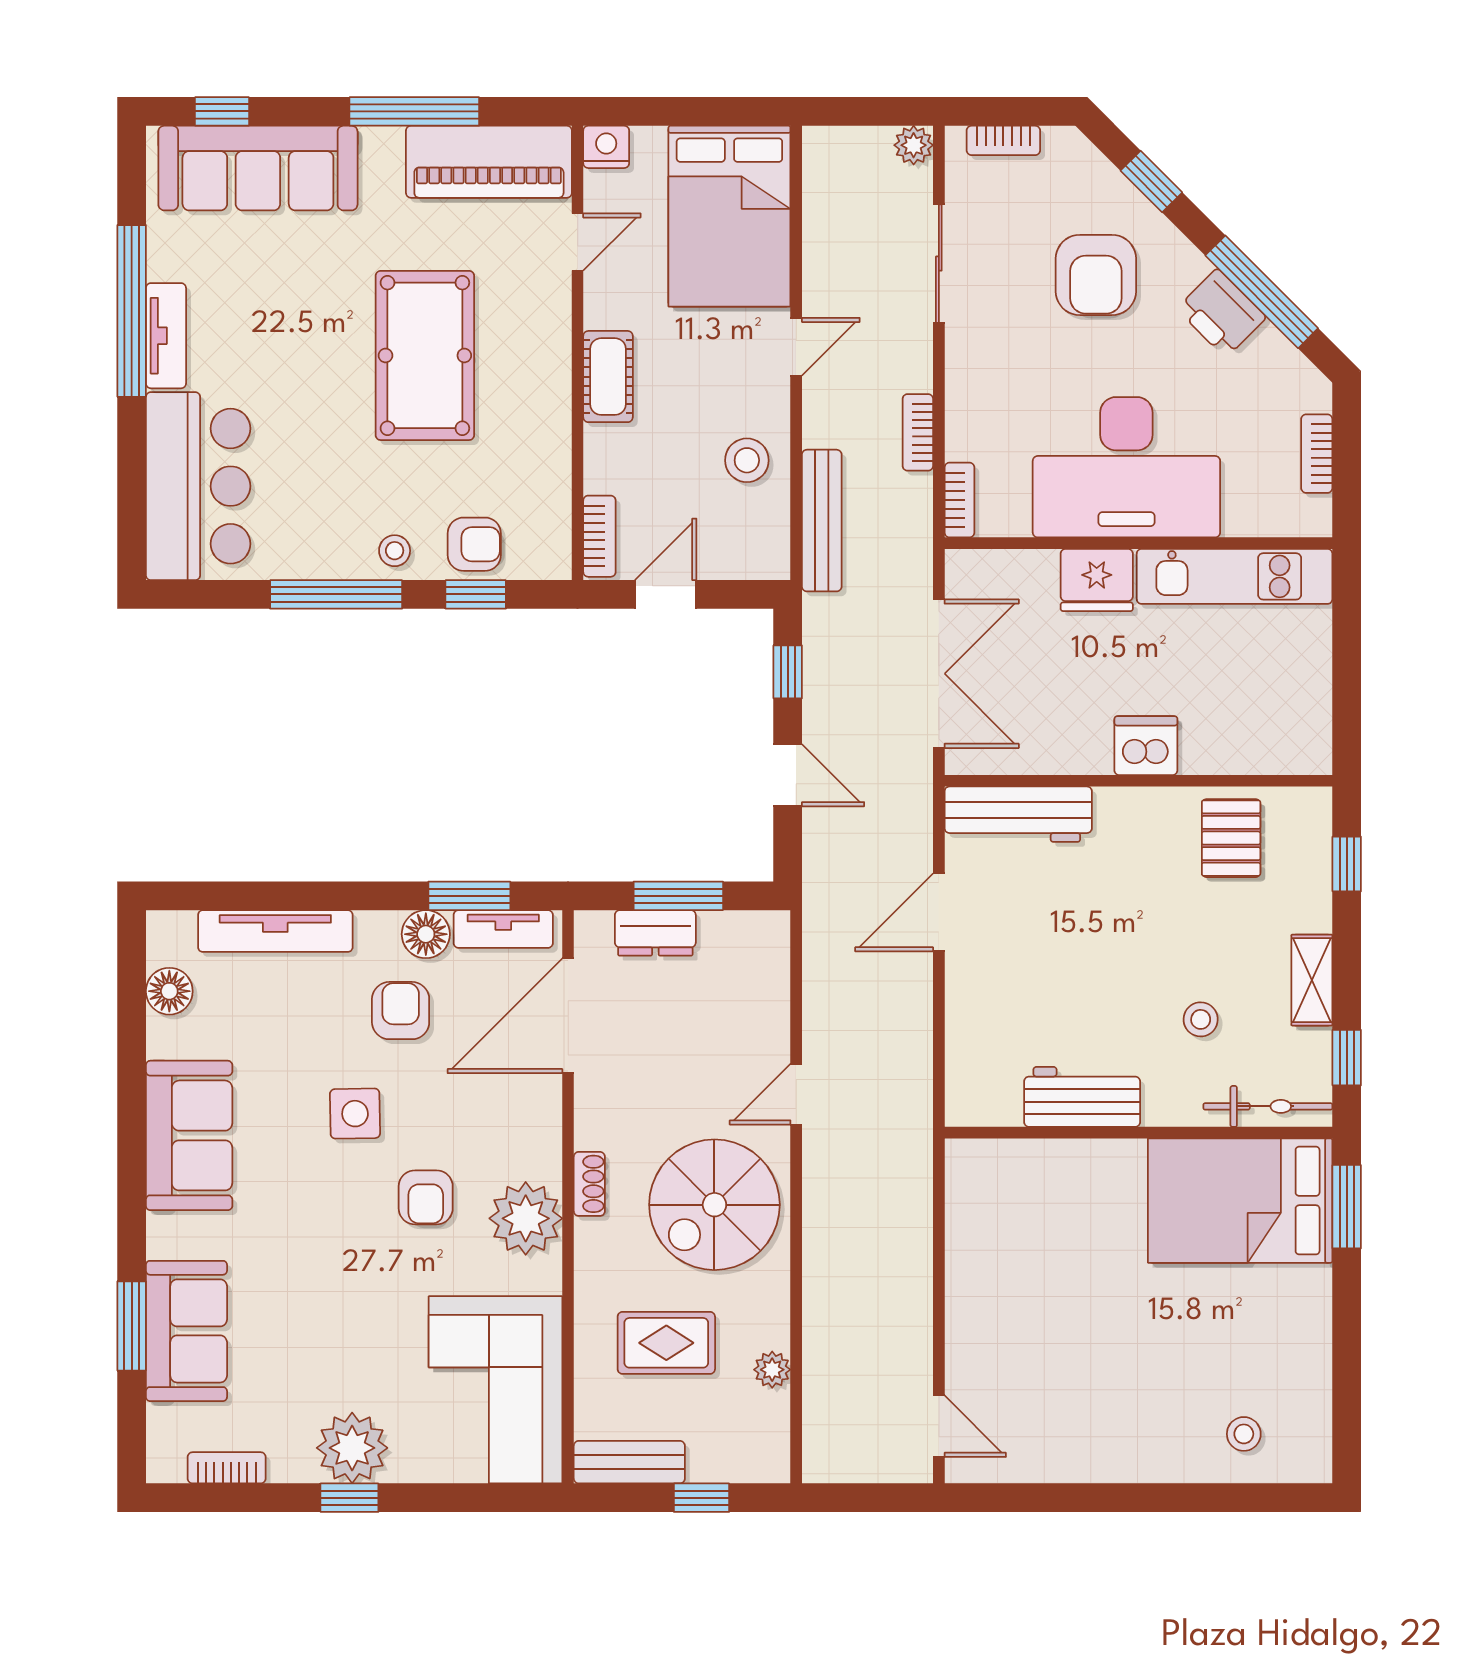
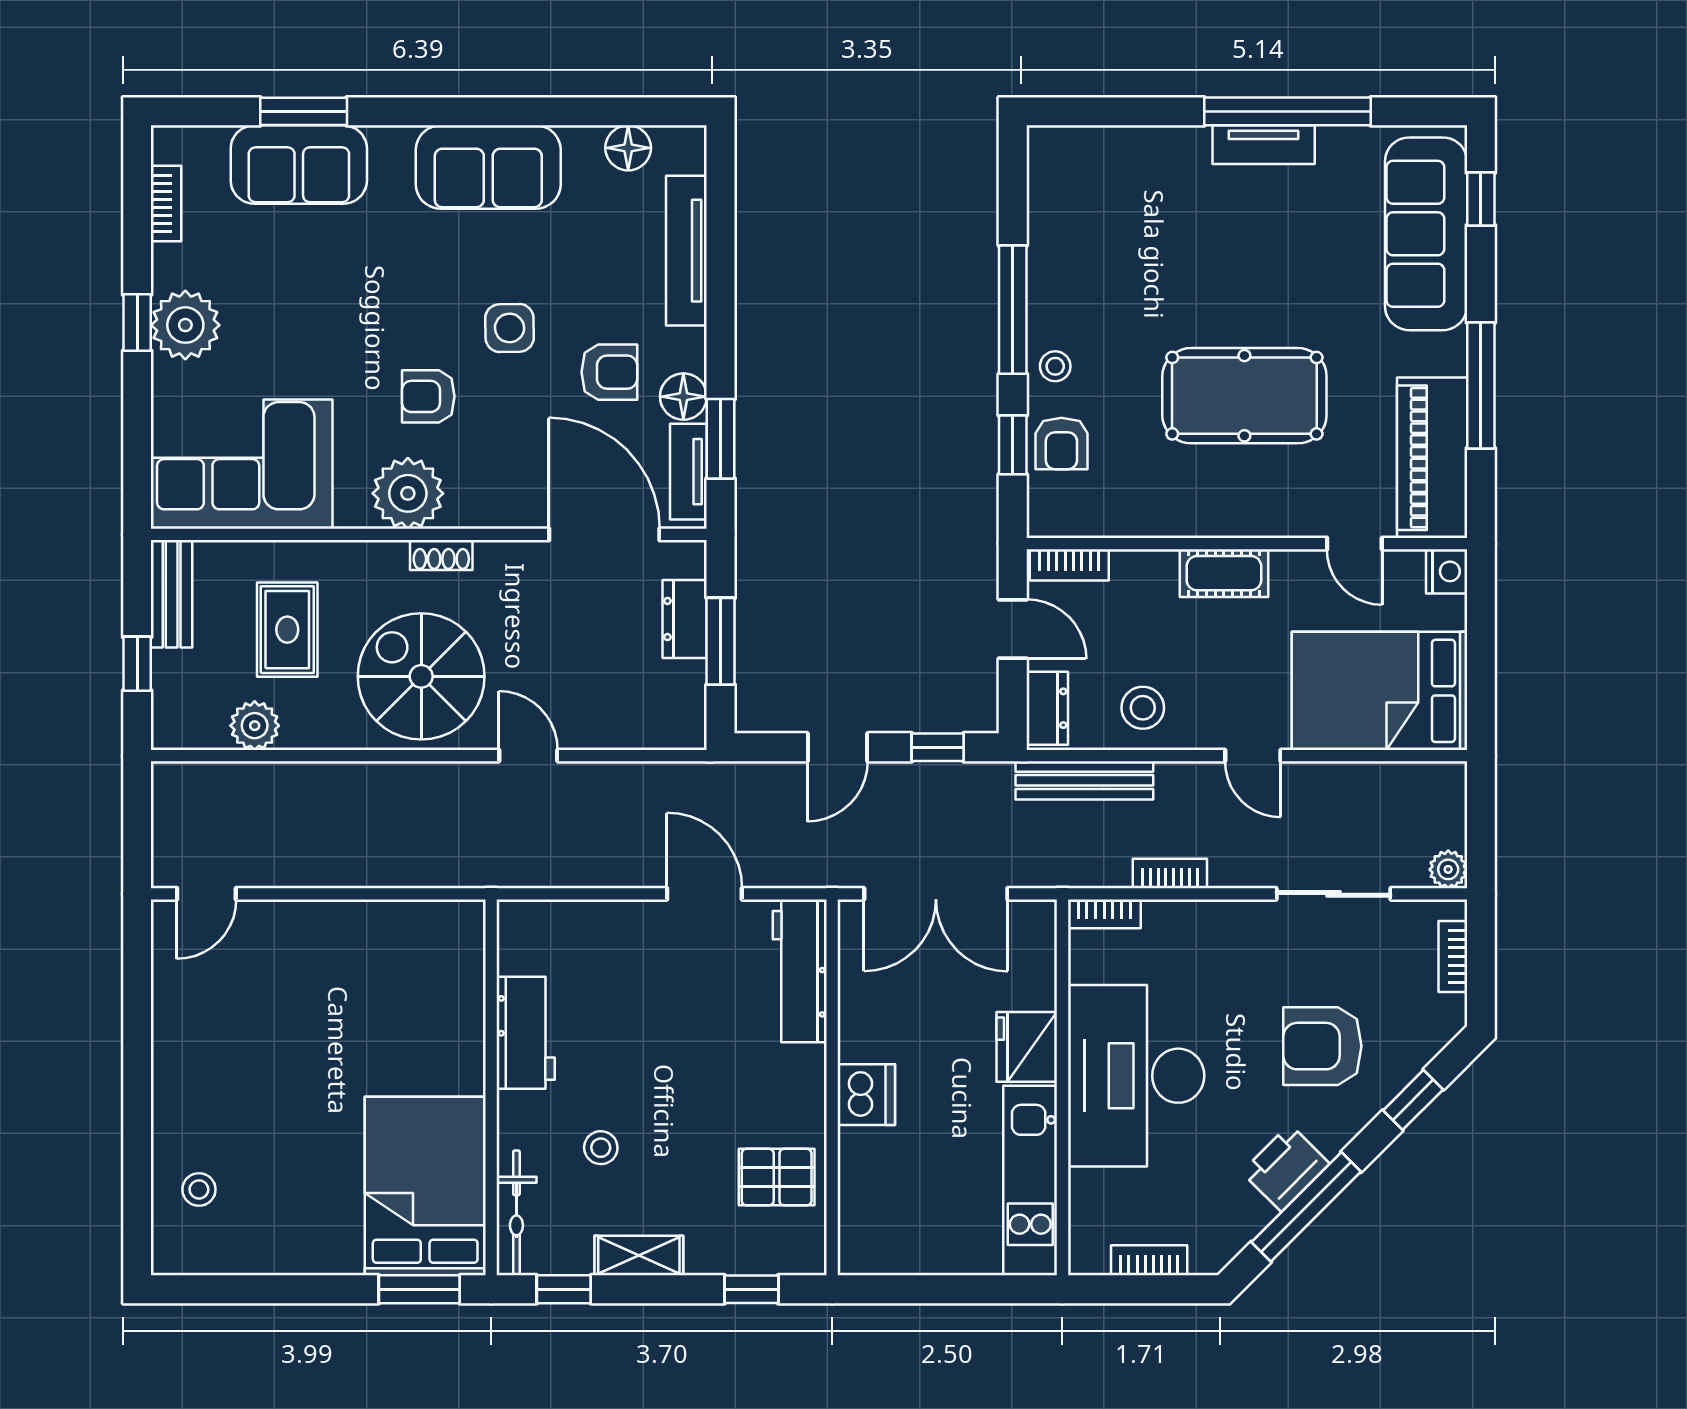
bar counter: (198, 486) -> (1118, 176), removed
dresser: (747, 559) -> (1047, 708), added
plant: (772, 1370) -> (255, 726), width x1.38, depth x1.38

